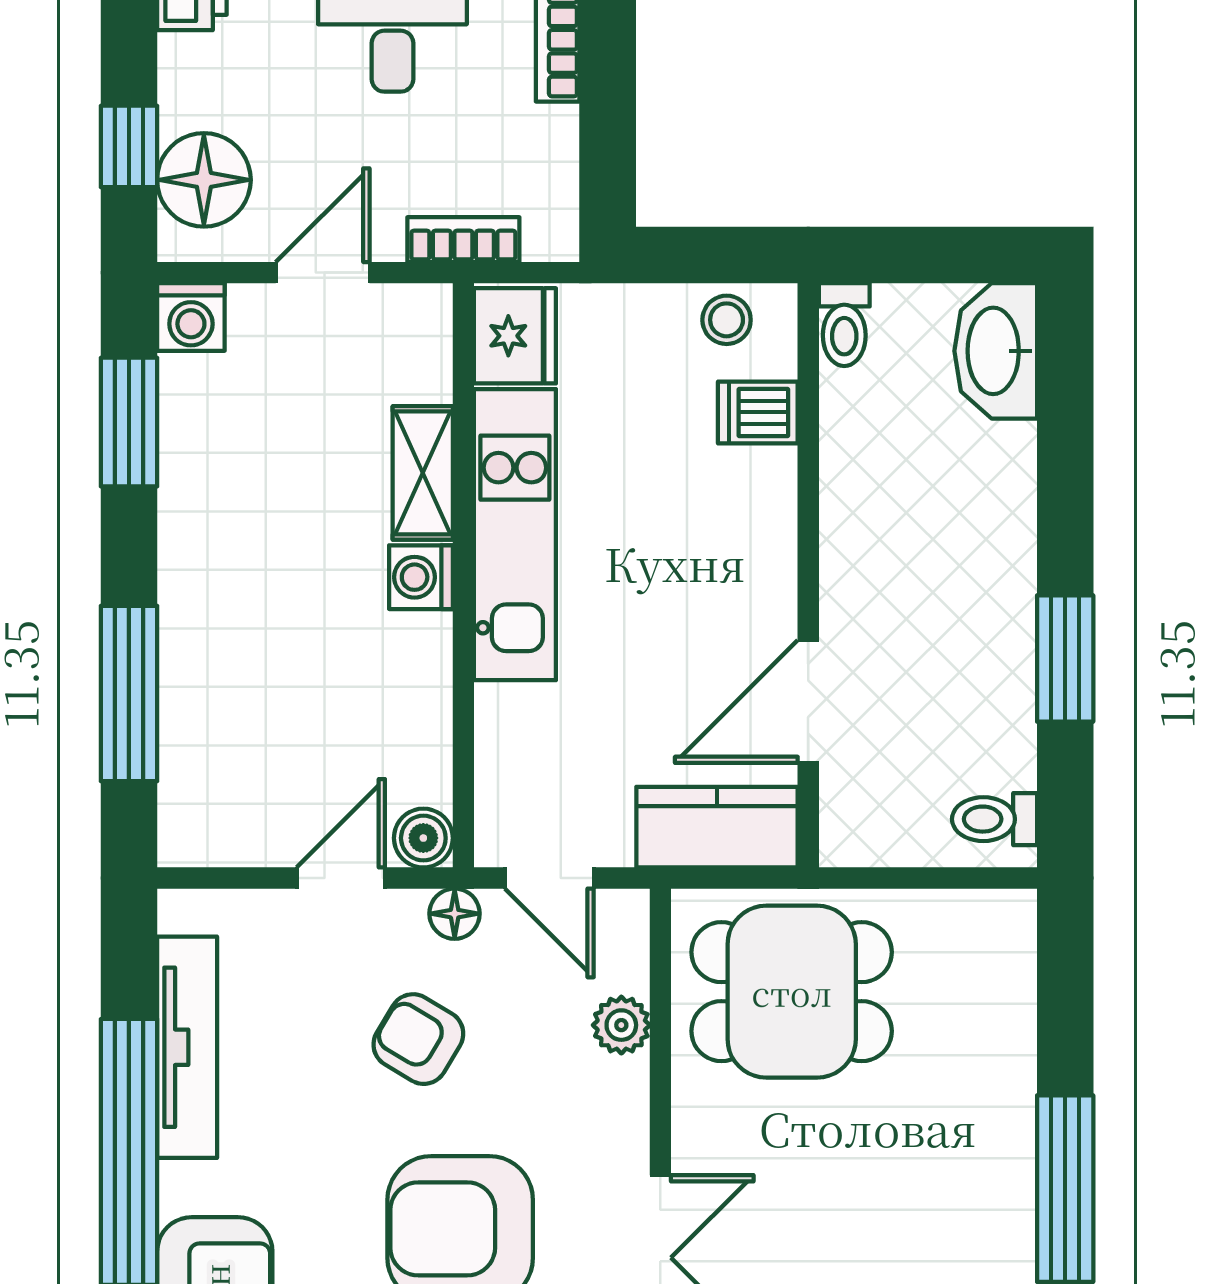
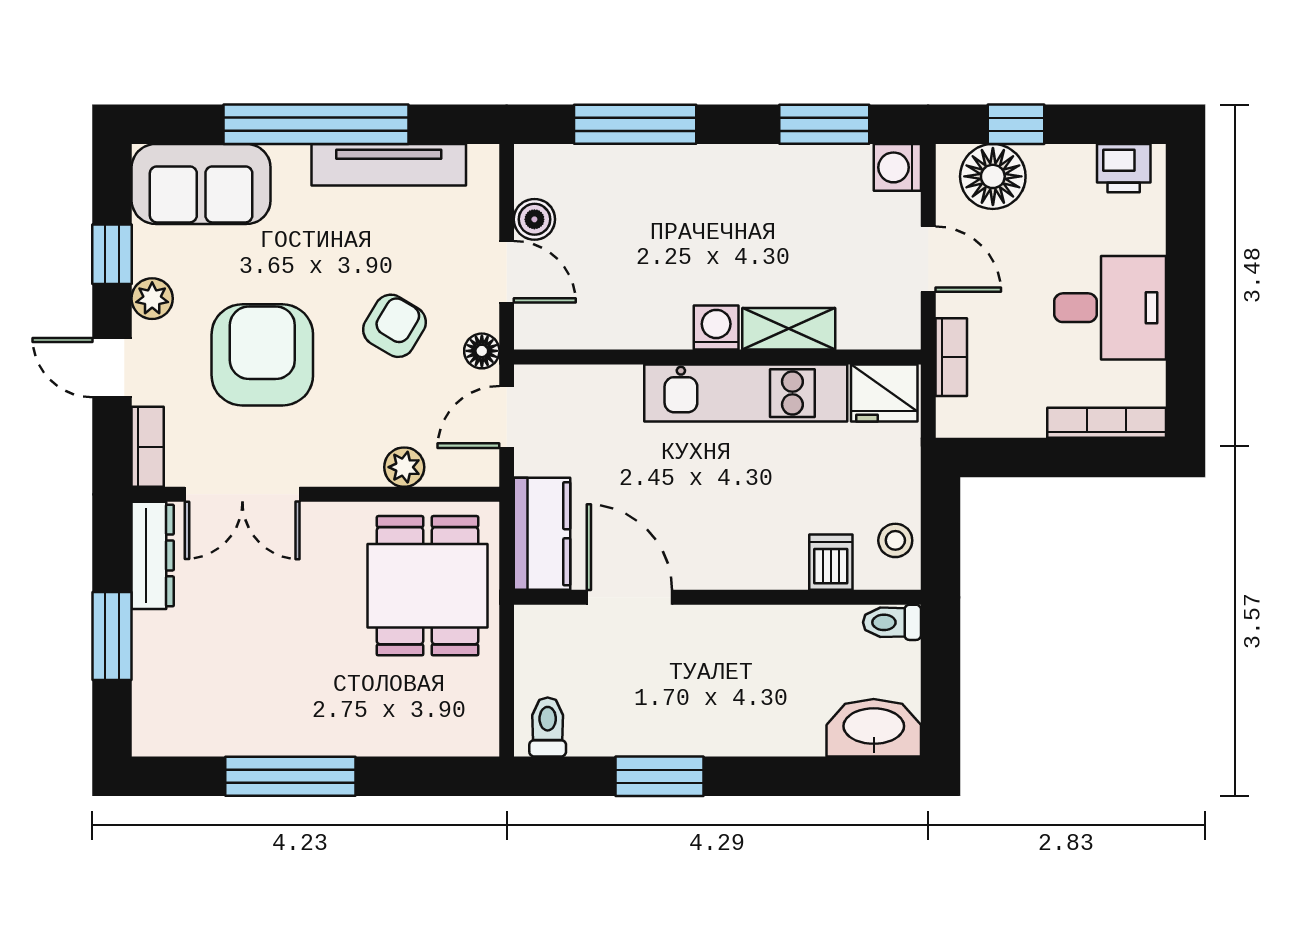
boiler: (423, 838) -> (534, 219), moved

